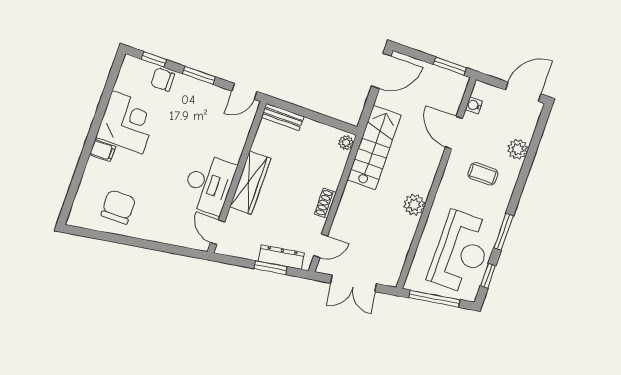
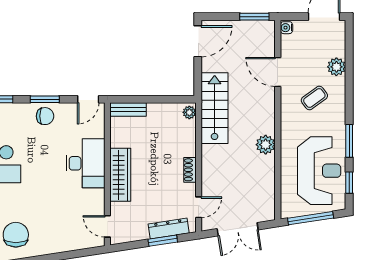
chair: (163, 80) -> (45, 116), moved, turned 180
water cooler: (474, 105) -> (286, 28), moved
coffee table: (483, 174) -> (314, 98), turned -36
desk: (209, 184) -> (85, 163), moved

